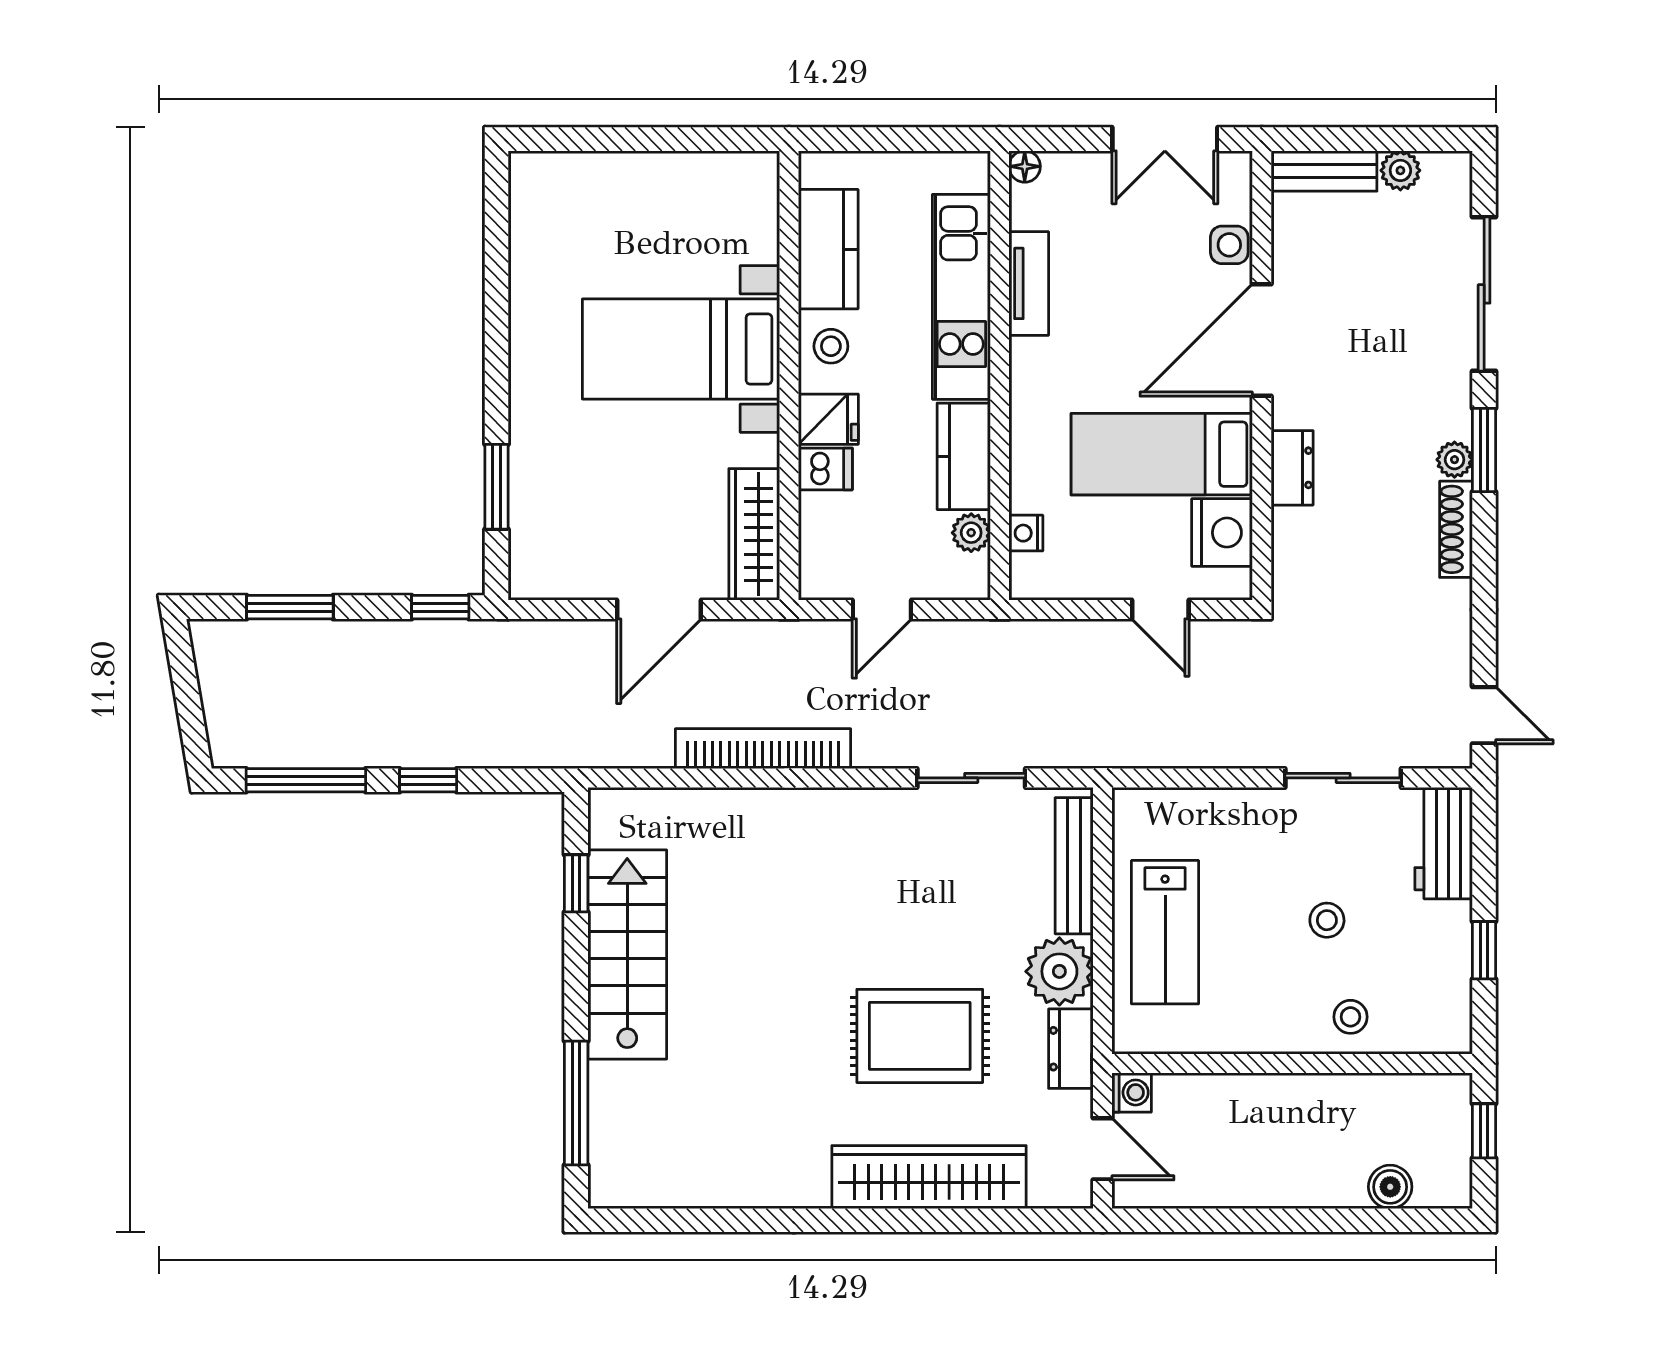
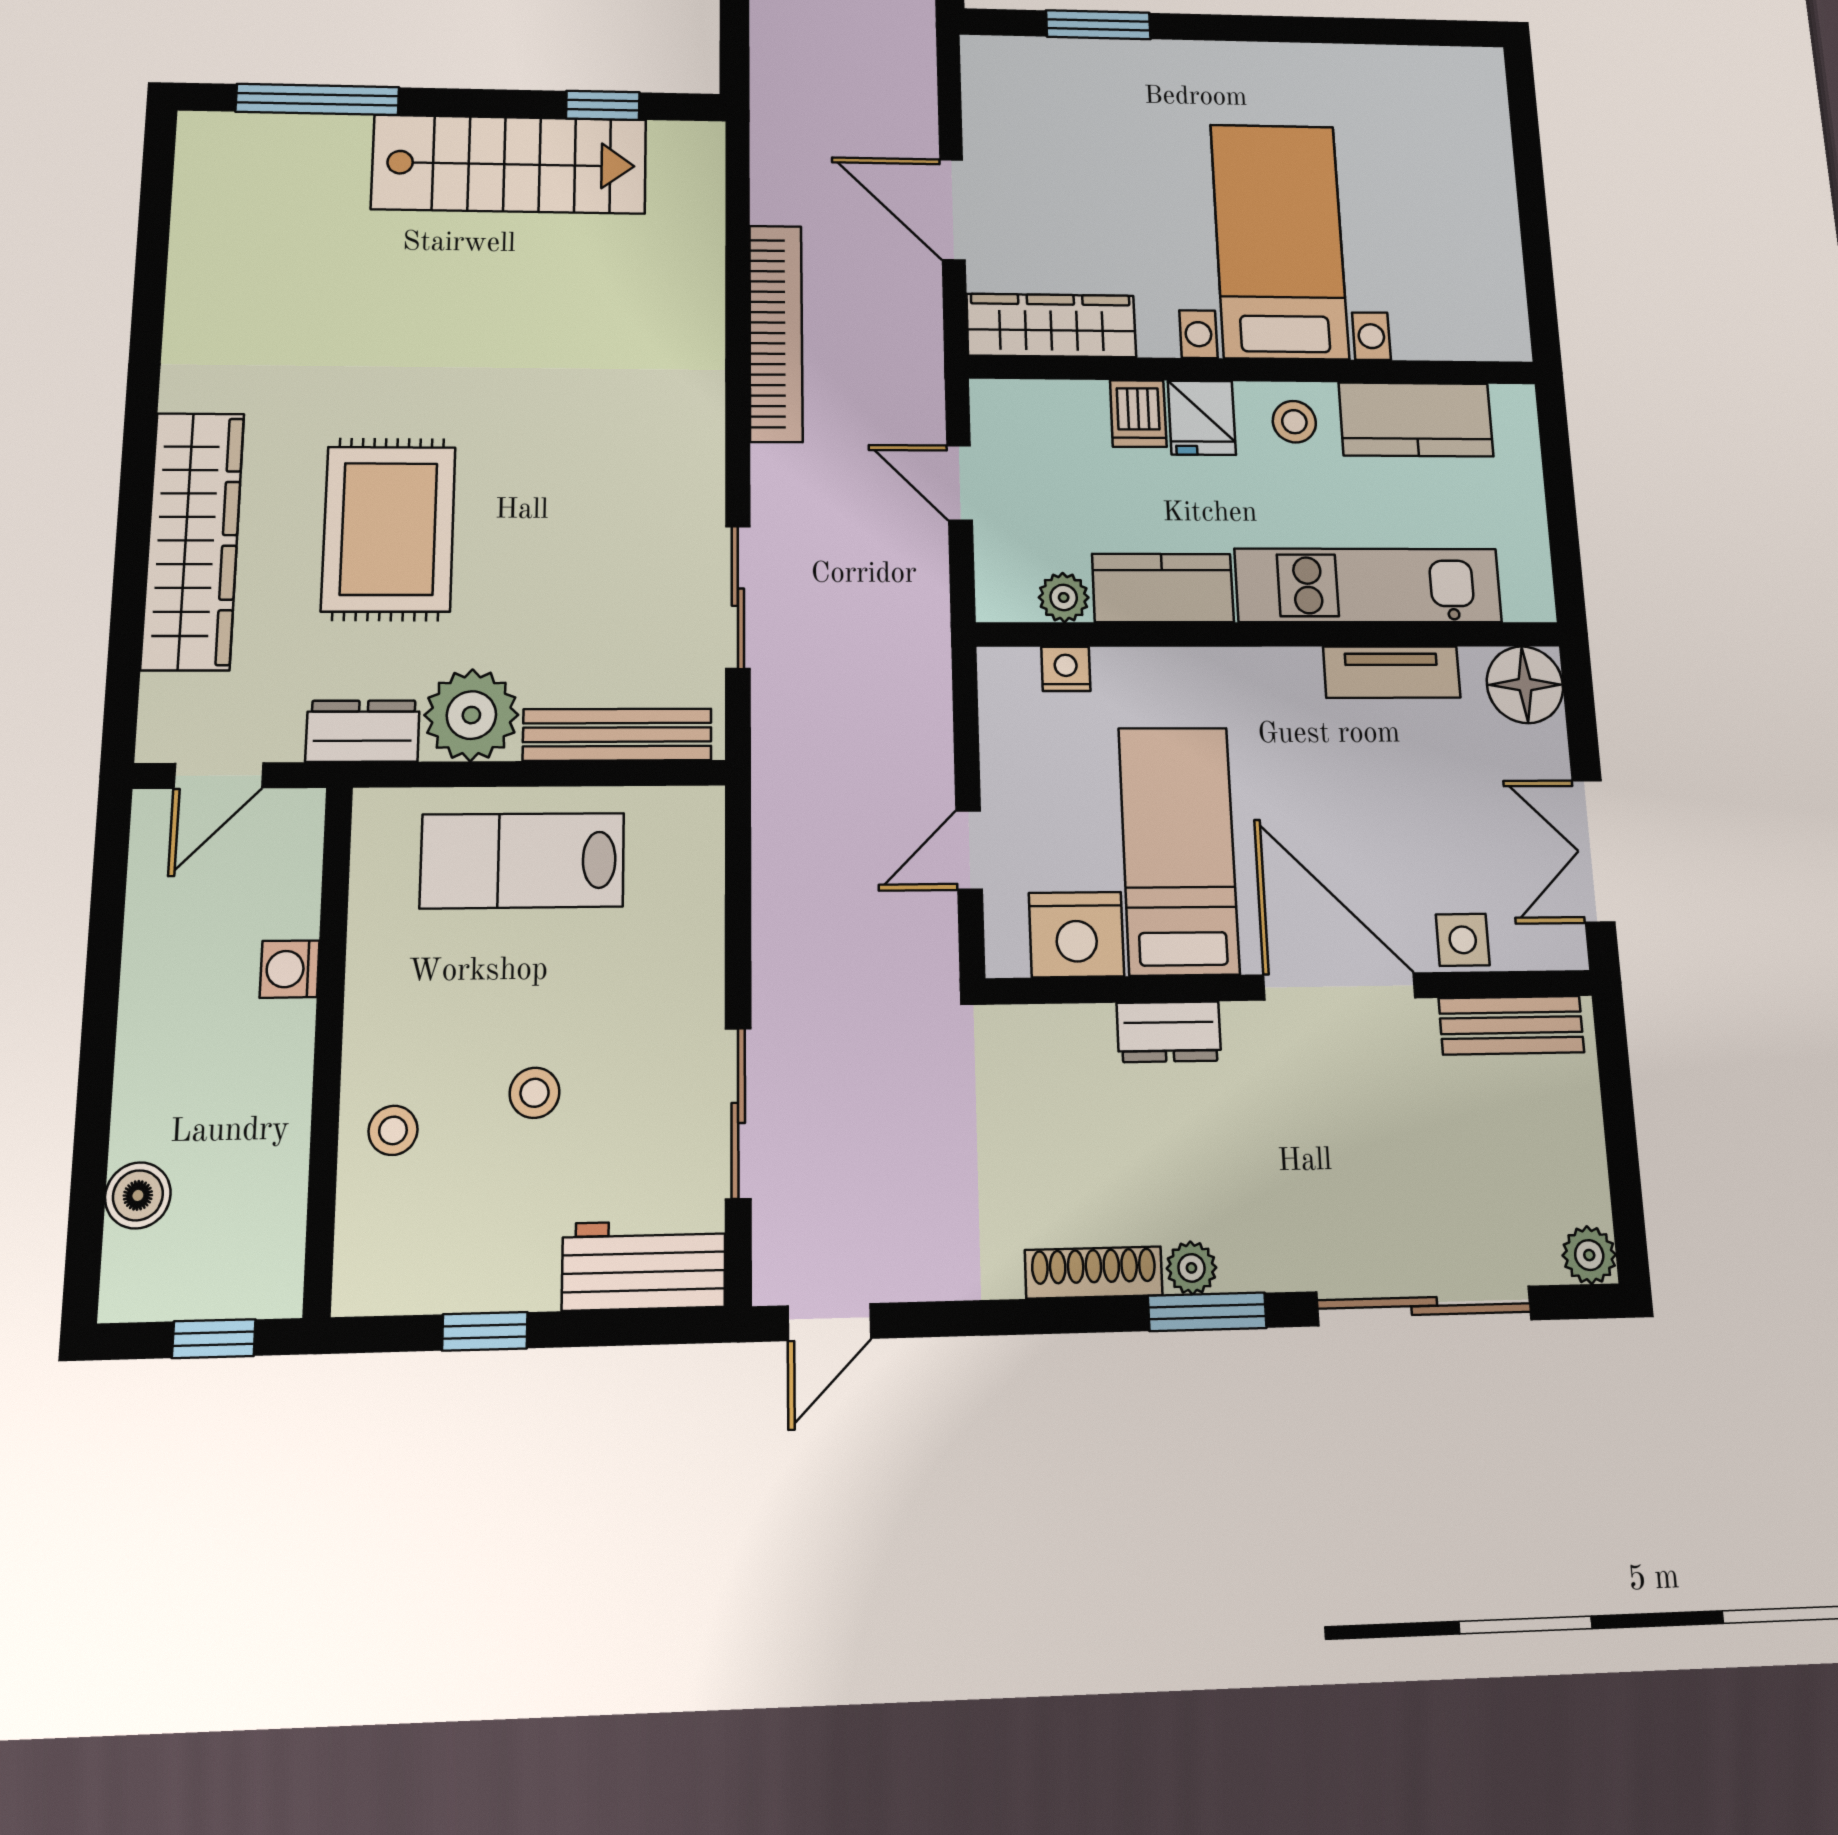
floor lamp: (1025, 166) -> (1525, 685), width x1.89, depth x1.89
plant: (1400, 170) -> (1589, 1255), moved
bench: (1324, 171) -> (1511, 1025), moved, turned 90
washing machine: (1132, 1092) -> (290, 969), moved, turned 90

